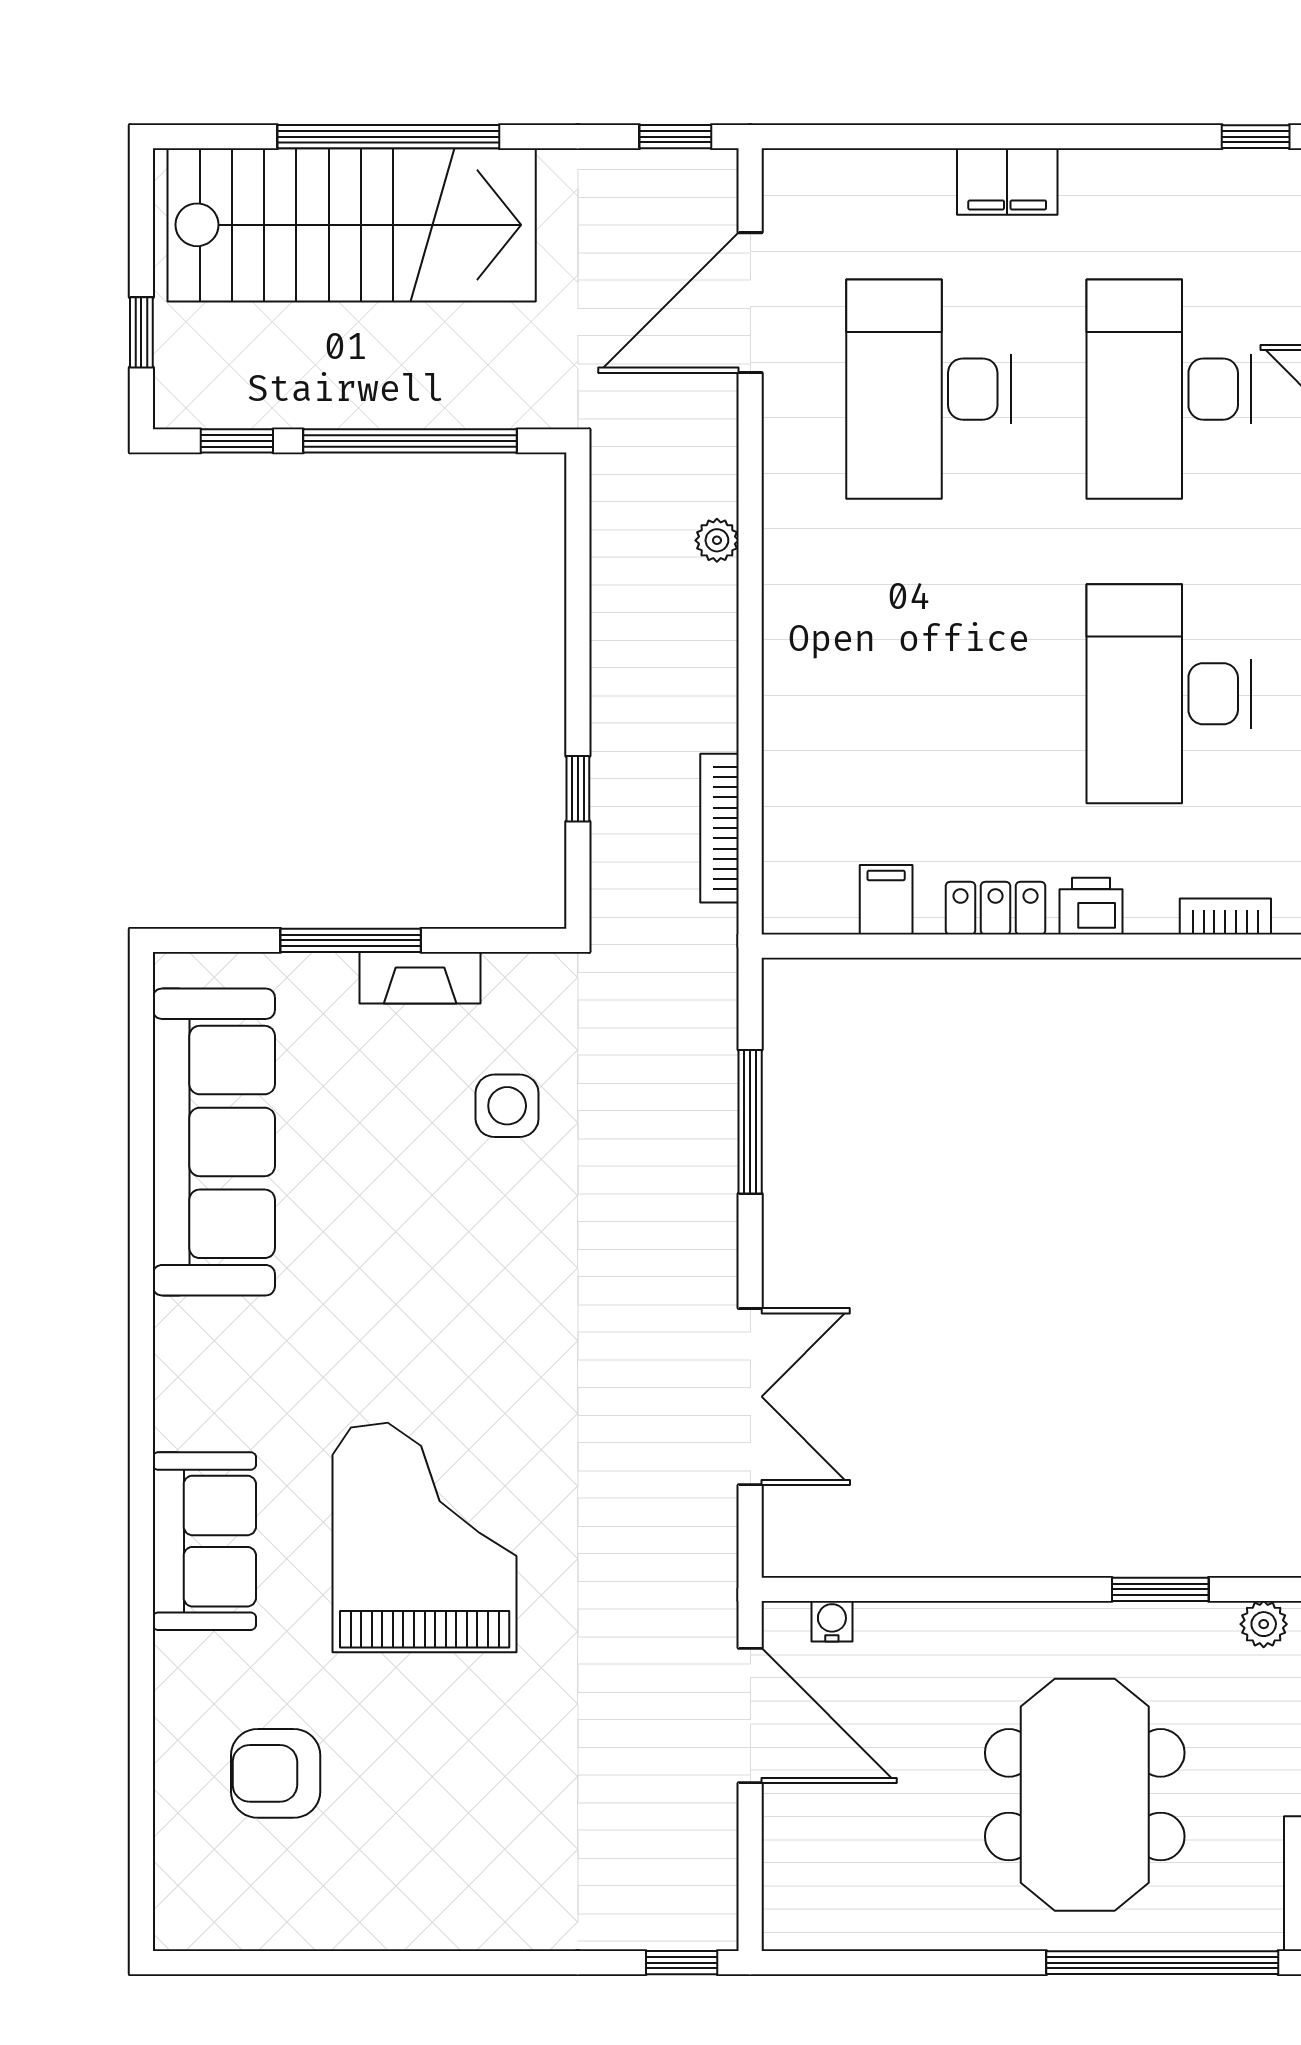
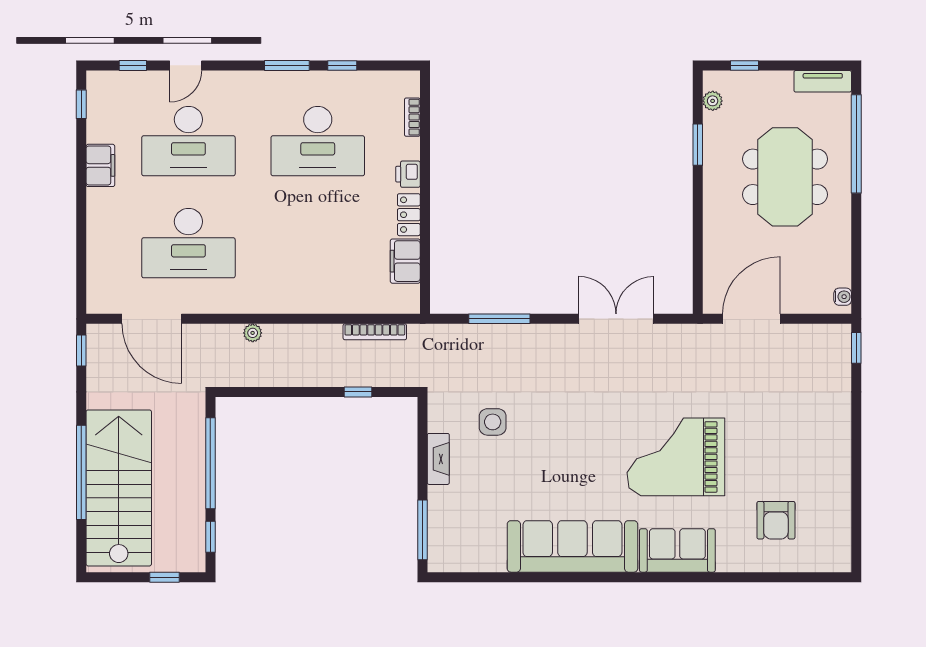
filing cabinet: (1007, 182) -> (100, 165), moved
filing cabinet: (886, 900) -> (405, 261), width x2.00
window: (351, 940) -> (422, 530), moved
sofa: (214, 1142) -> (572, 546), moved
water cooler: (832, 1621) -> (843, 297), moved, turned 180
meeting table: (1085, 1795) -> (785, 177), turned 90

